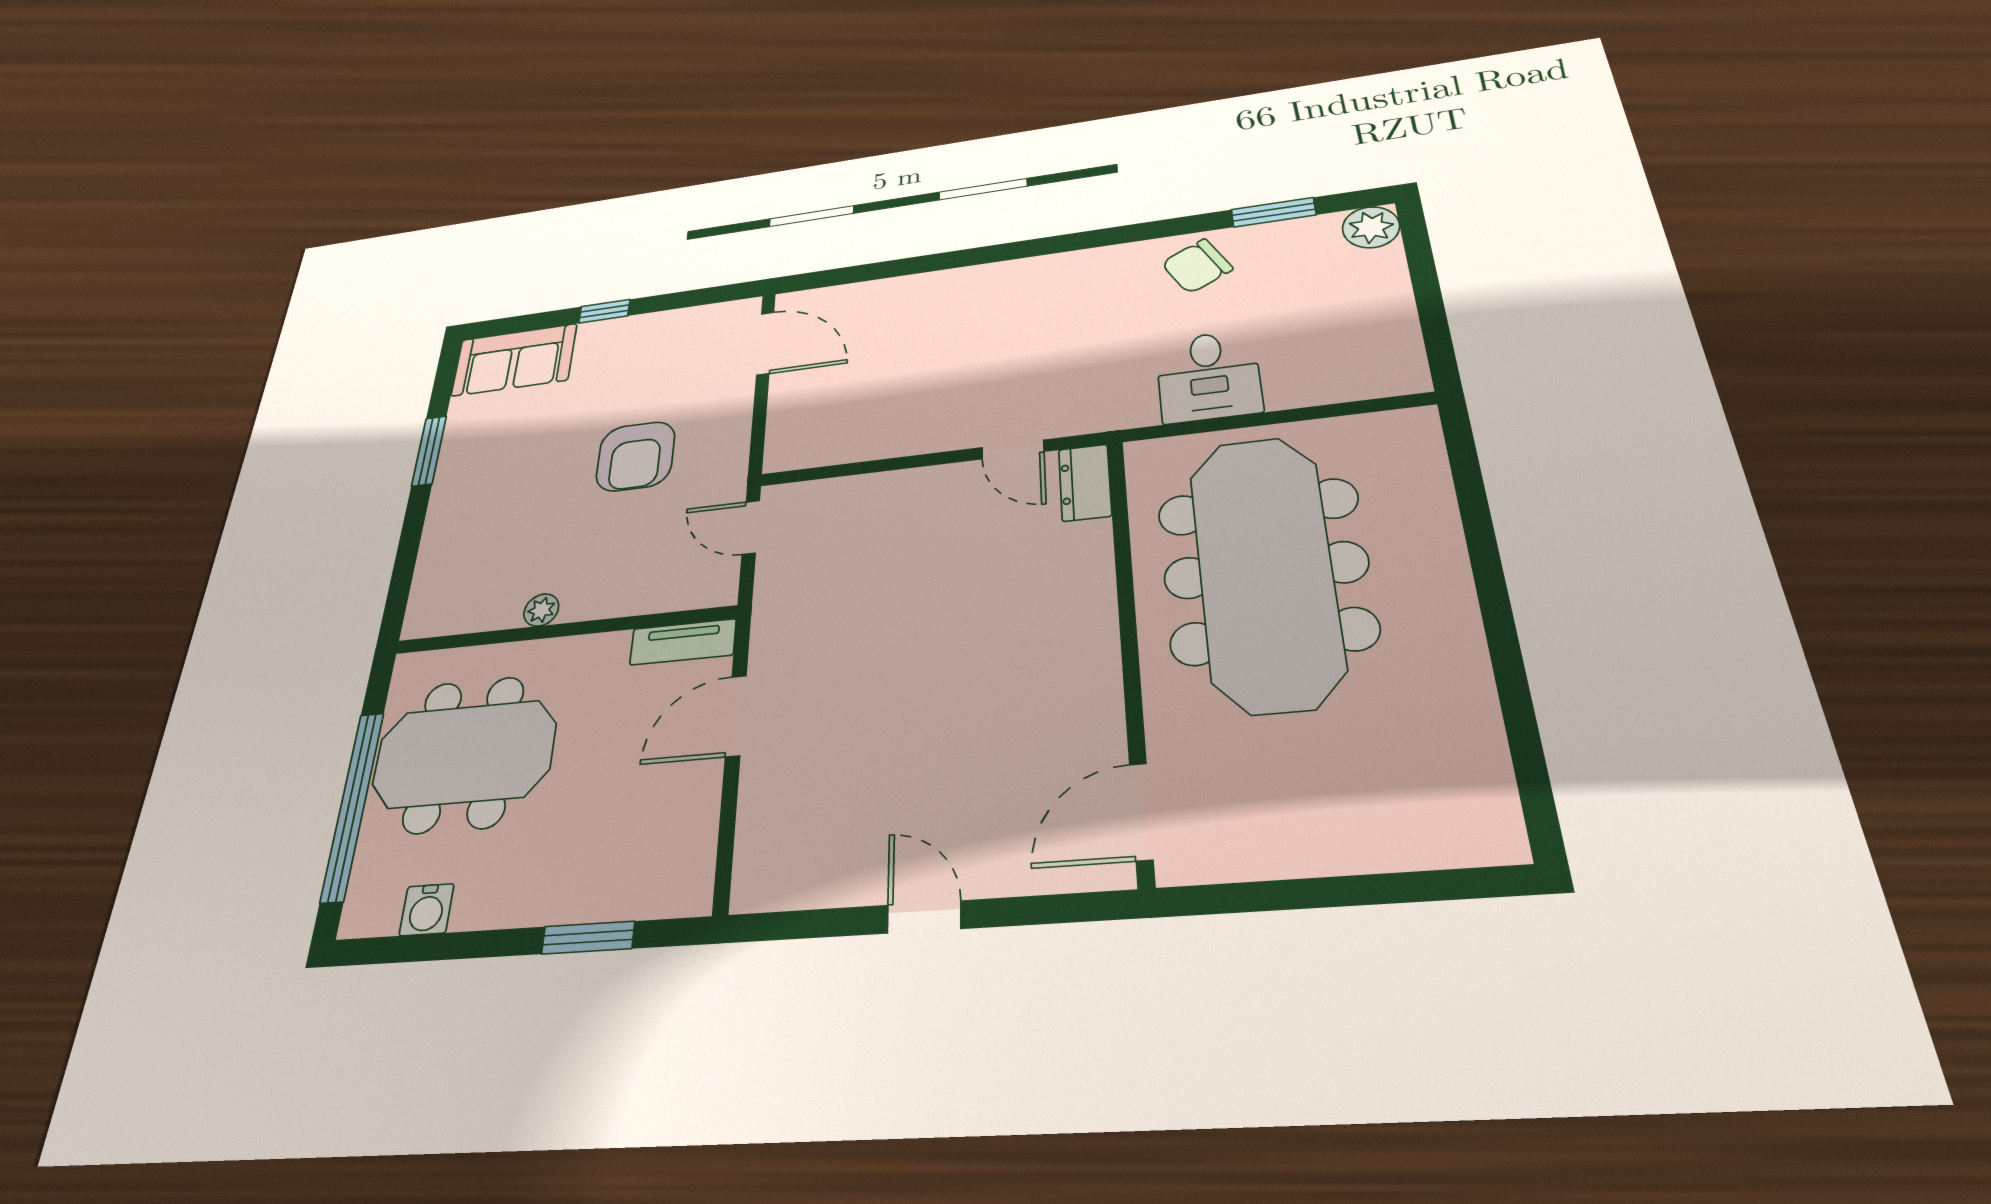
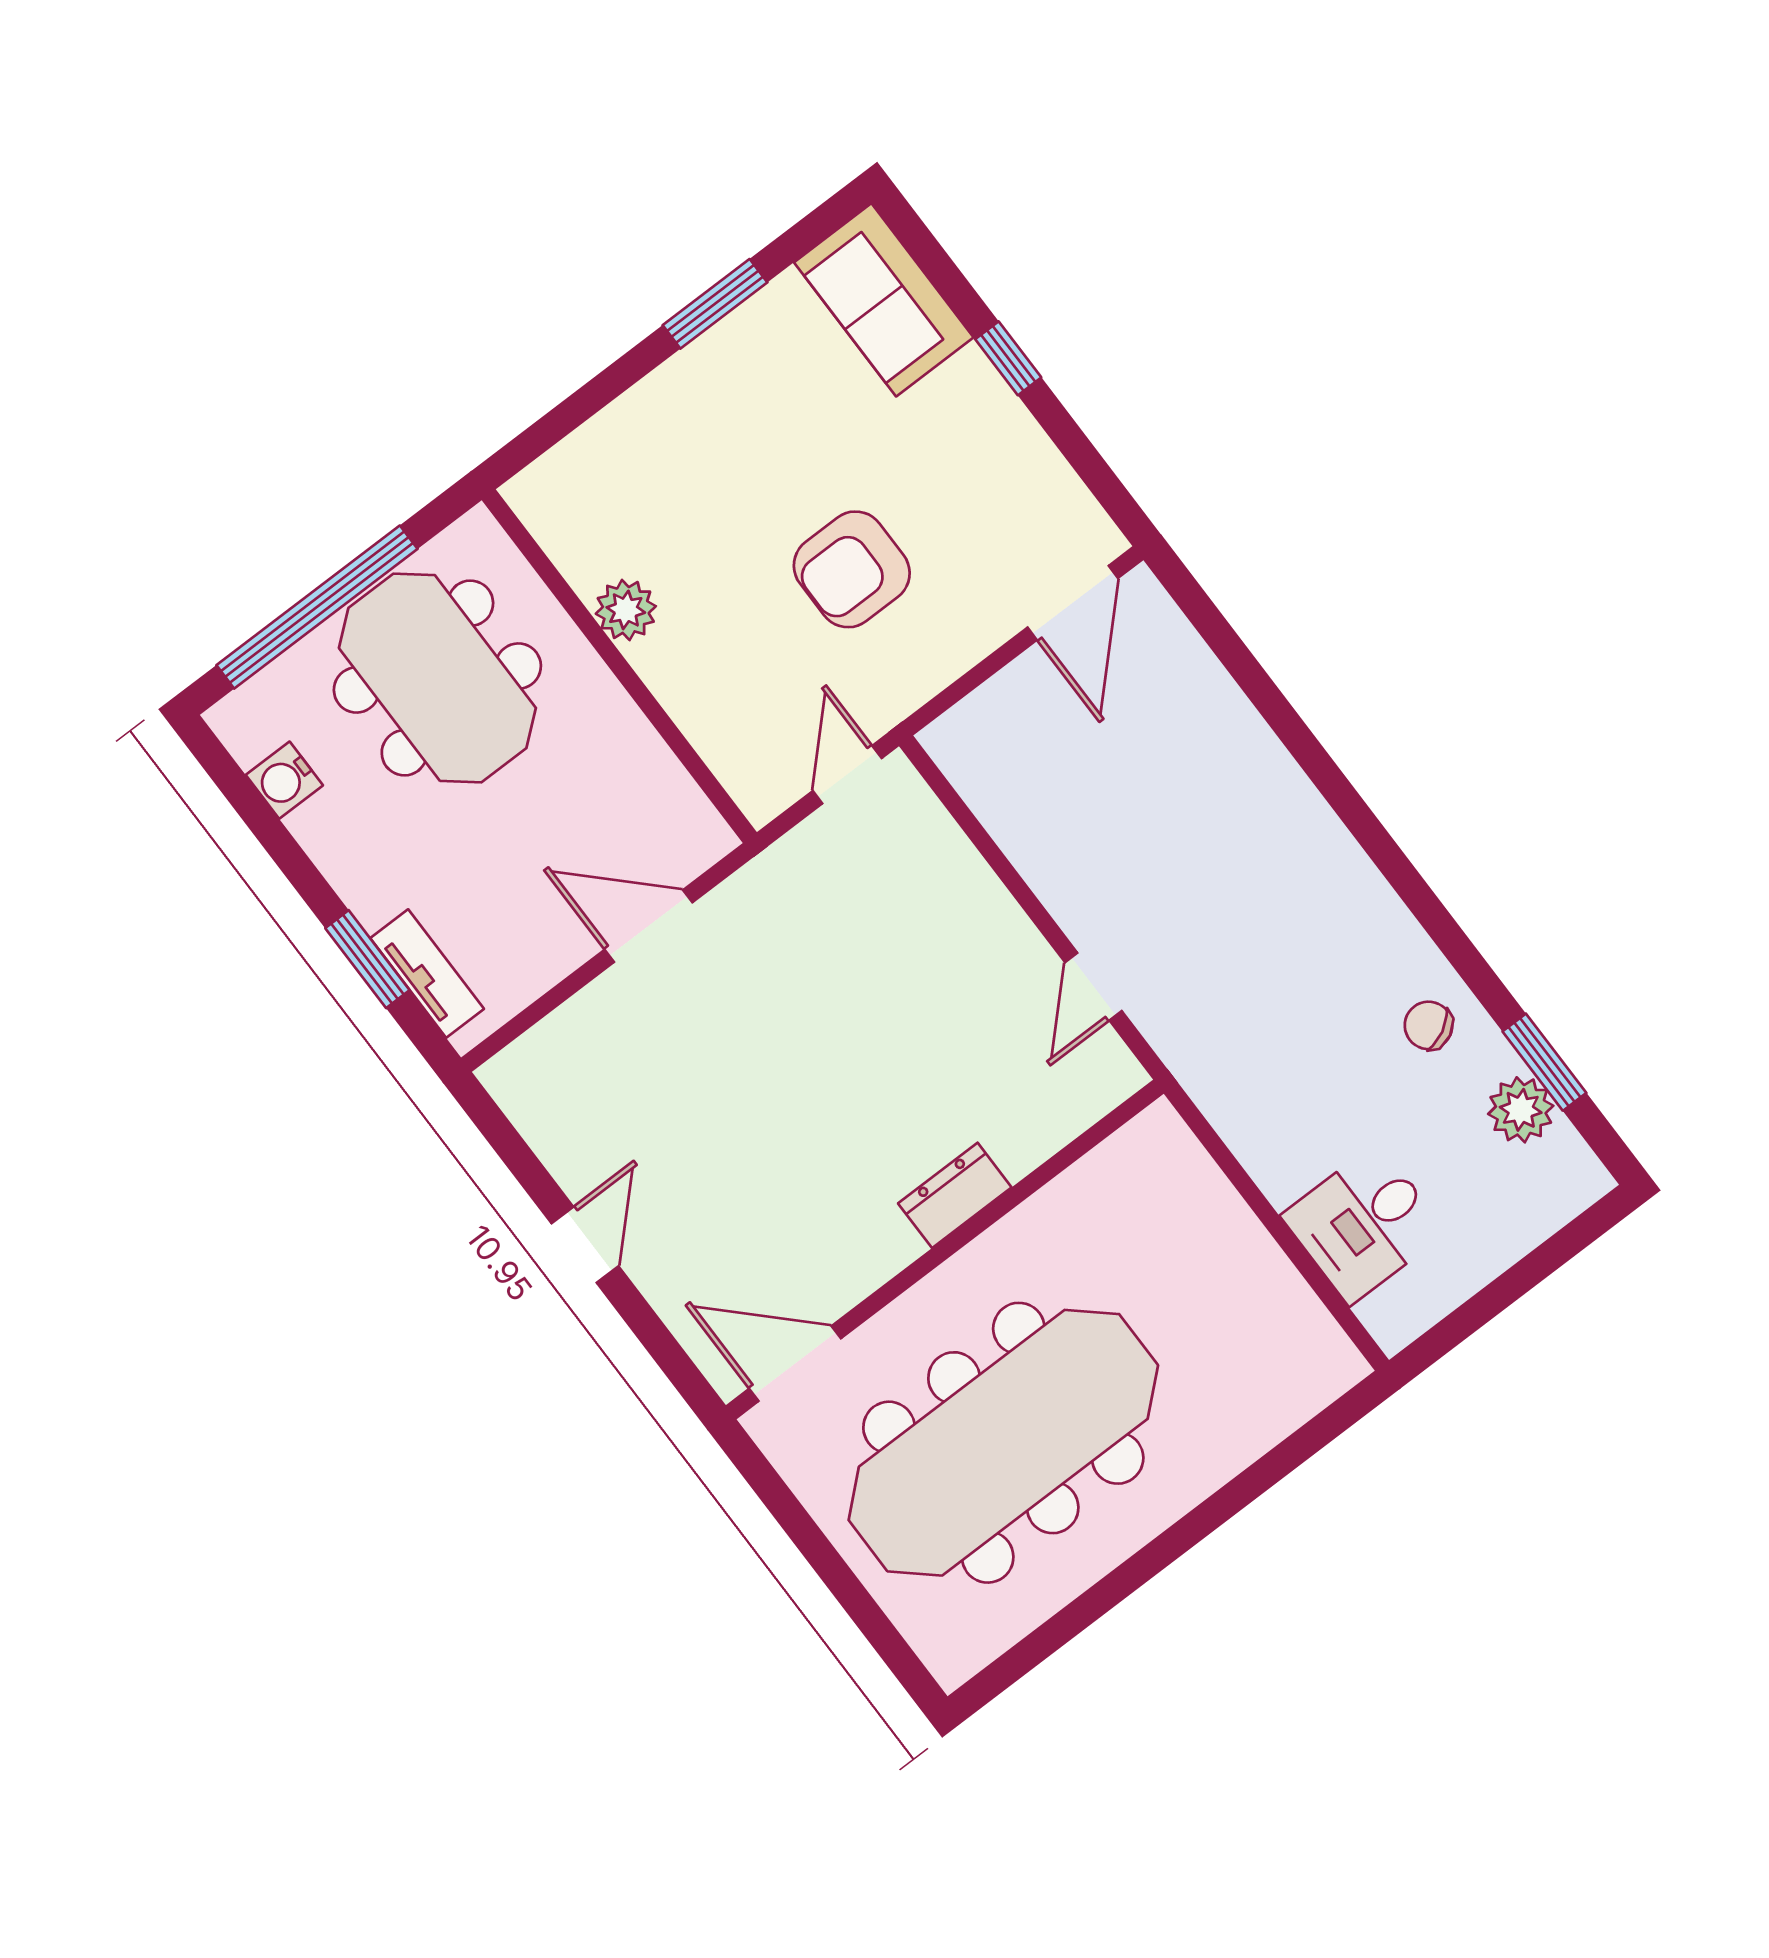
plant: (1371, 227) -> (1521, 1110), moved
chair: (1197, 266) -> (1429, 1025), width x0.73, depth x0.73
desk: (1208, 376) -> (1364, 1224), moved
dresser: (1085, 482) -> (955, 1195), moved
meeting table: (1265, 570) -> (1003, 1443), moved
plant: (541, 610) -> (626, 610), width x1.38, depth x1.38
tv unit: (683, 642) -> (427, 974), moved, turned 180

